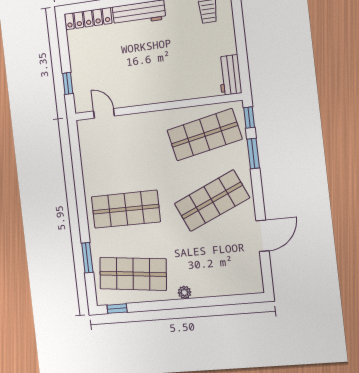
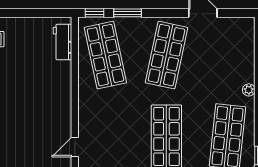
workbench: (230, 75) -> (62, 42), moved, turned 90
shop shelf: (212, 201) -> (166, 55), turned 36

